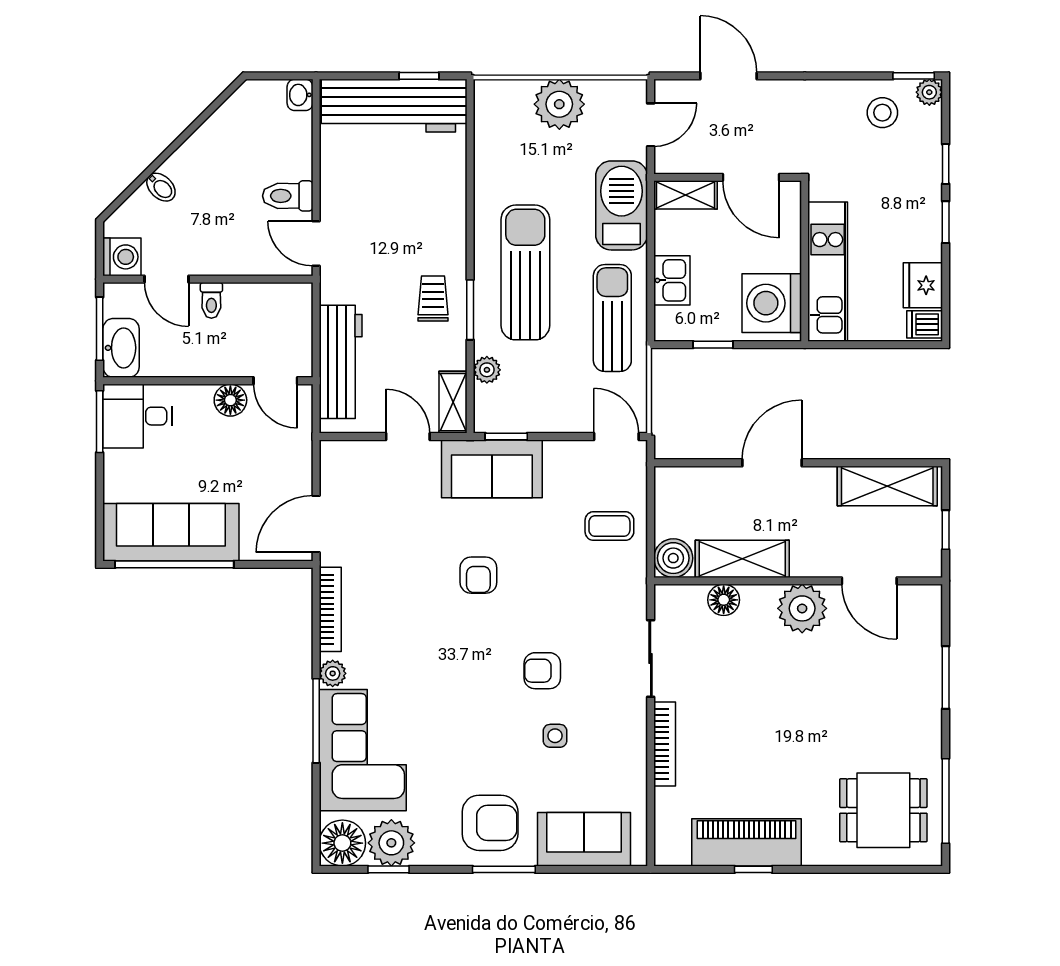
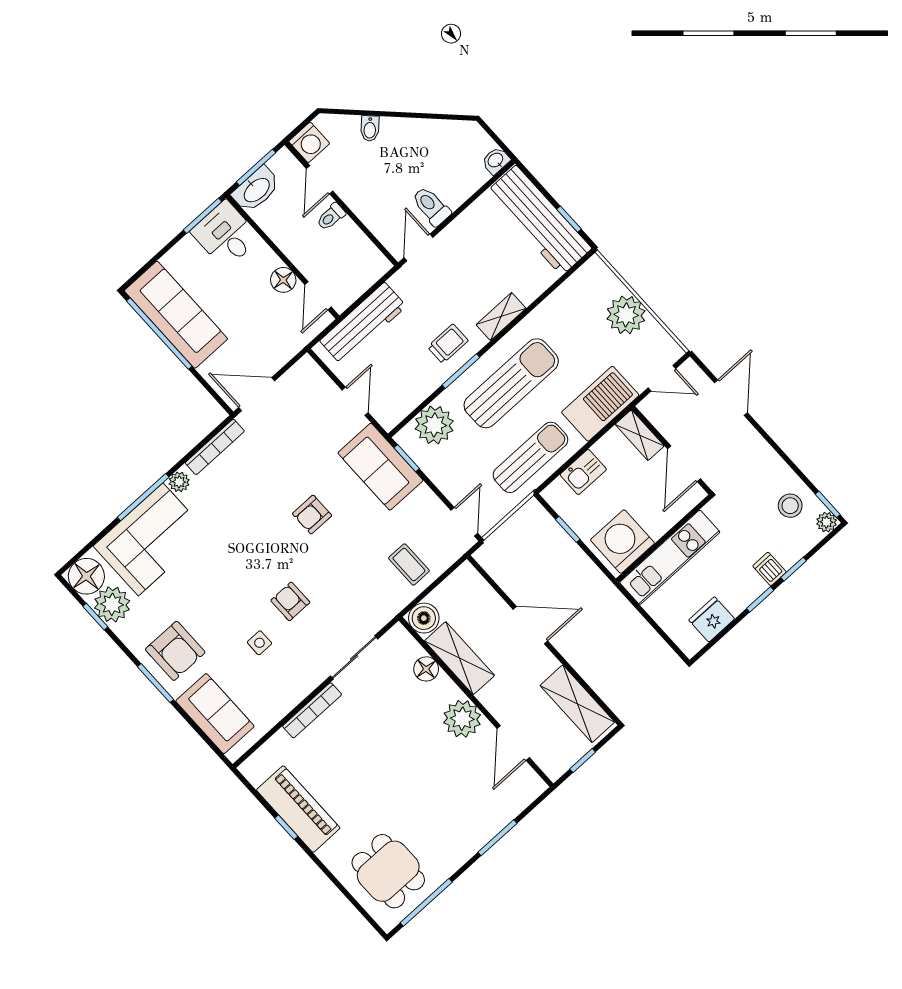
dishwasher: (925, 324) -> (769, 569), moved
plant: (487, 370) -> (434, 425), width x1.87, depth x1.87
shelving: (453, 402) -> (501, 316), moved

